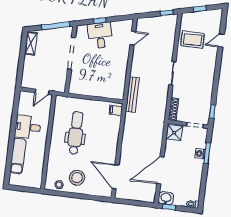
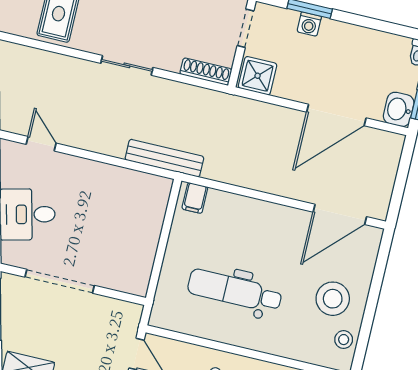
door: (160, 170) -> (336, 115), hinge flipped

